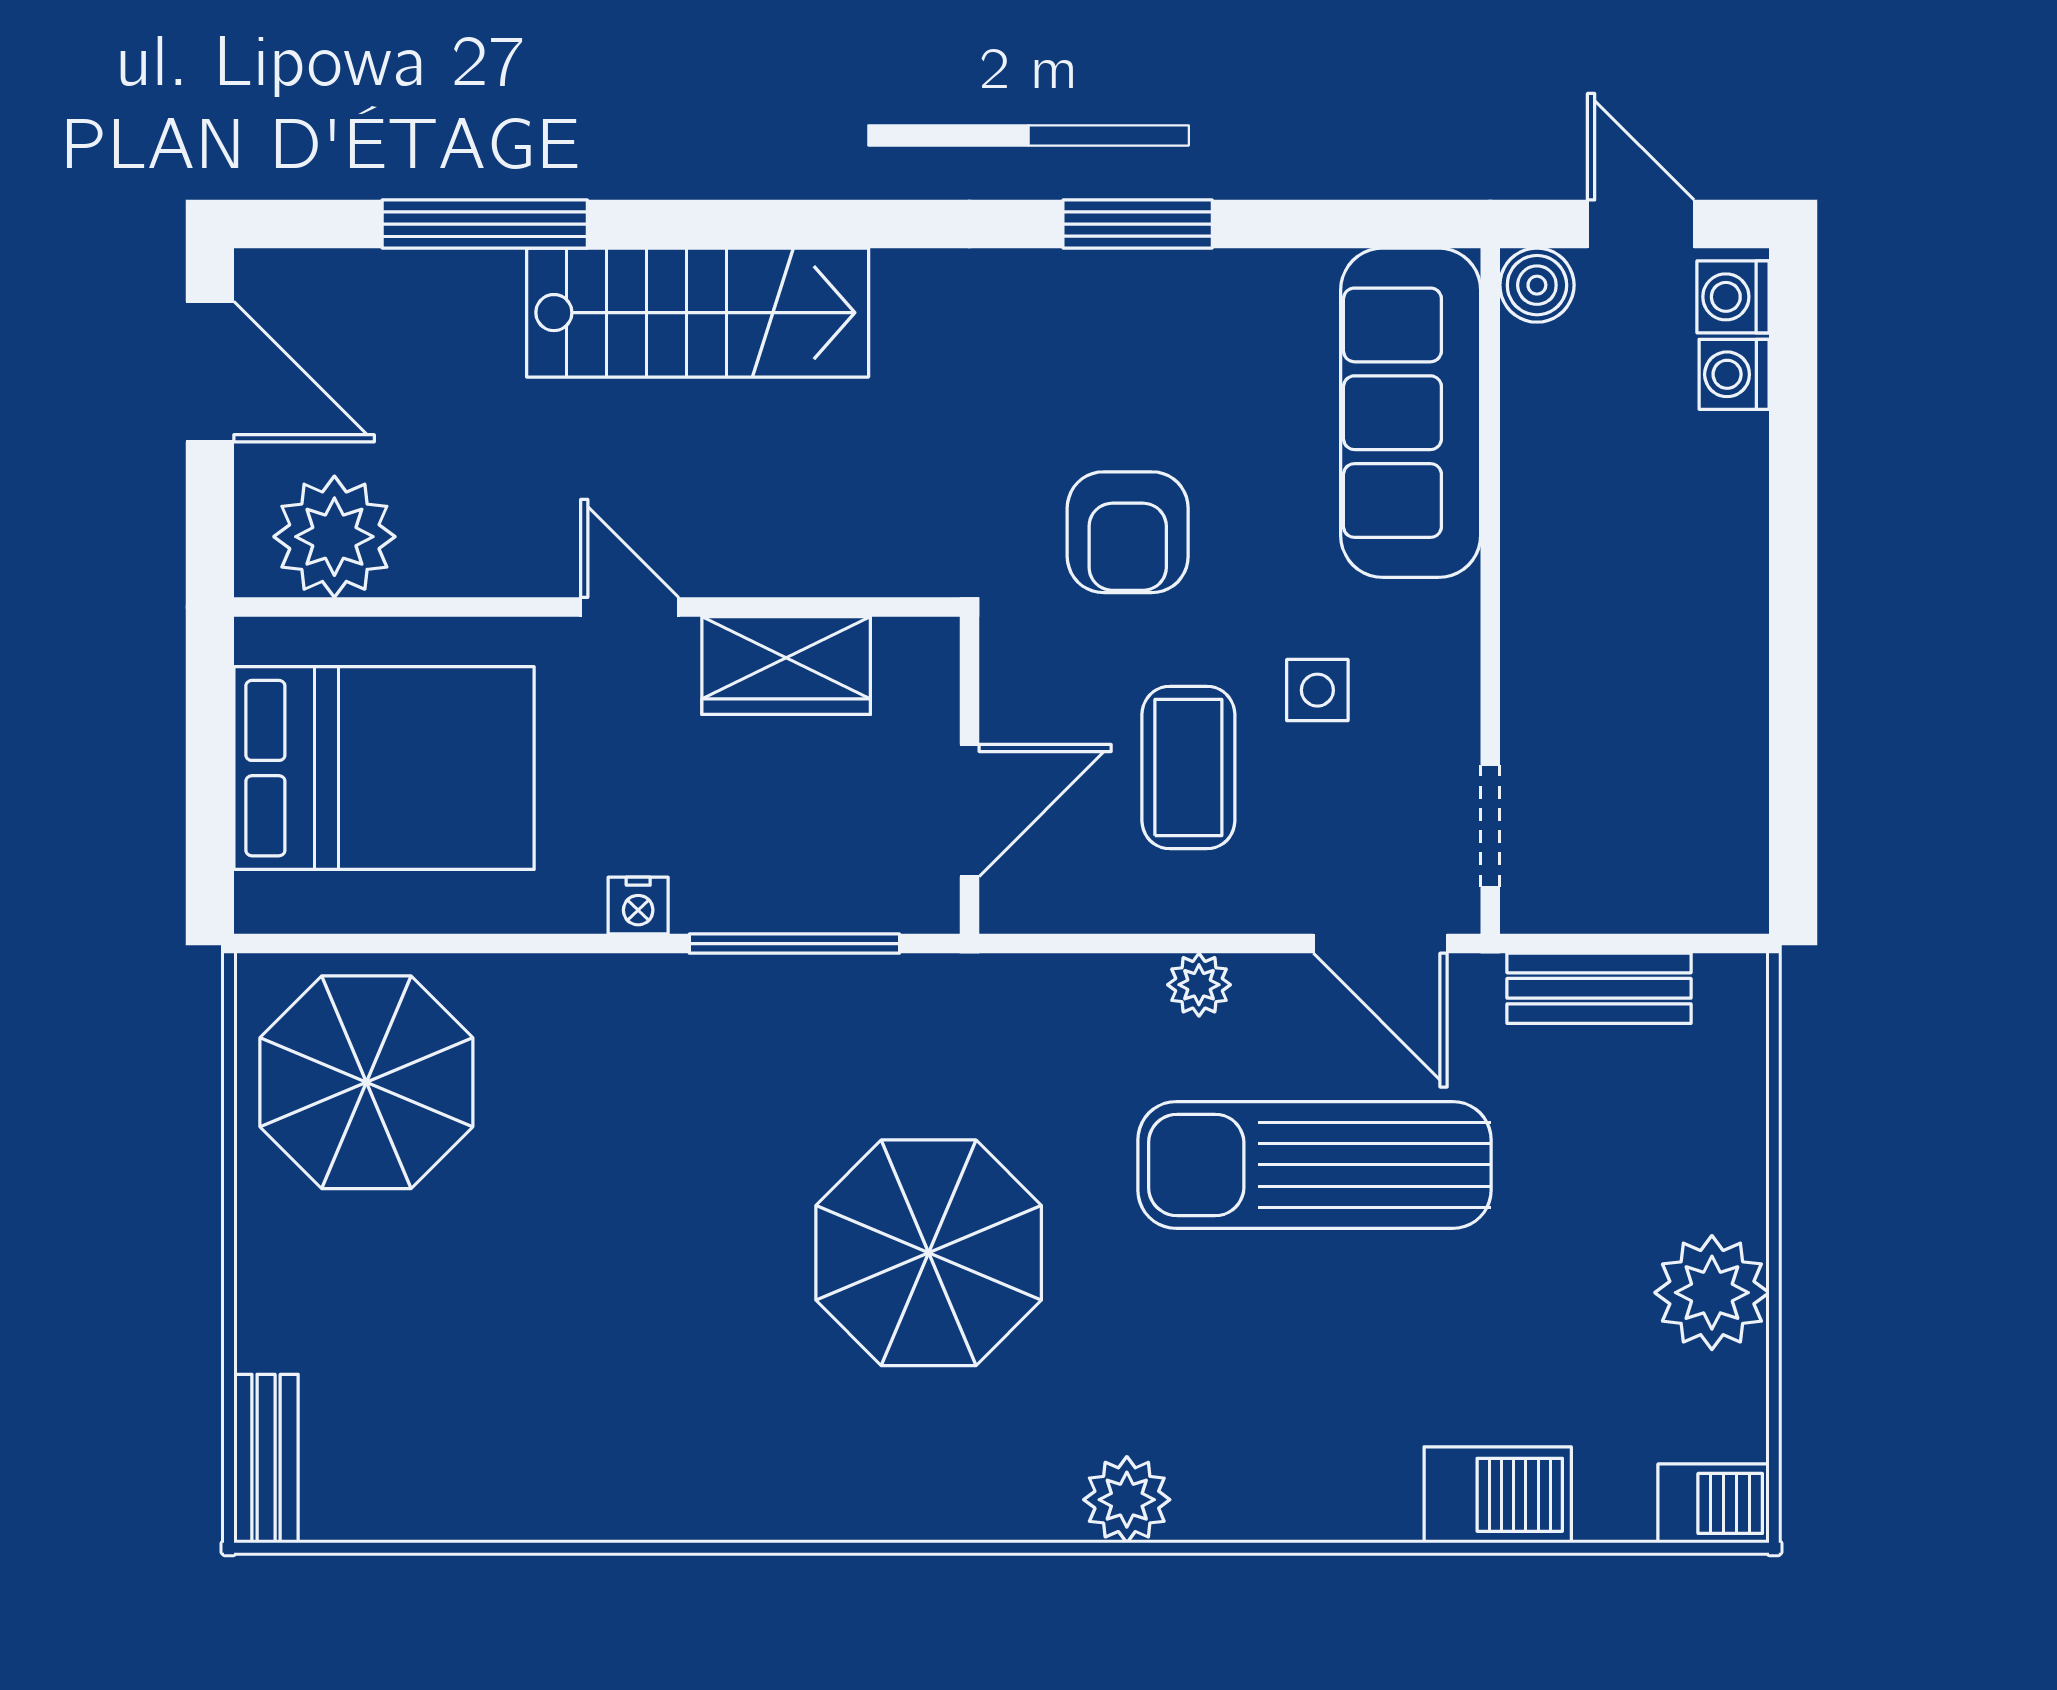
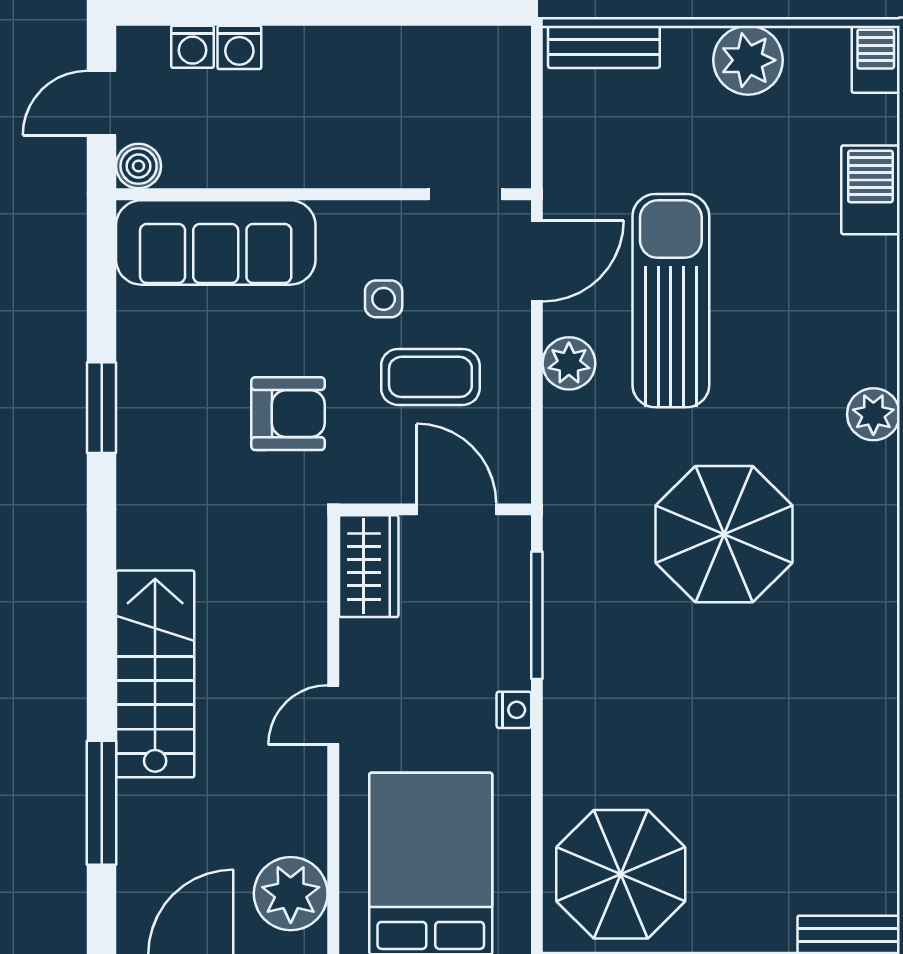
washing machine: (1733, 297) -> (239, 47), moved
wardrobe: (786, 666) -> (369, 566), moved
plant: (1199, 985) -> (569, 363), width x1.38, depth x1.38
bench: (1599, 988) -> (604, 47), moved, turned 90
sun lounger: (1314, 1165) -> (671, 301), turned 180

